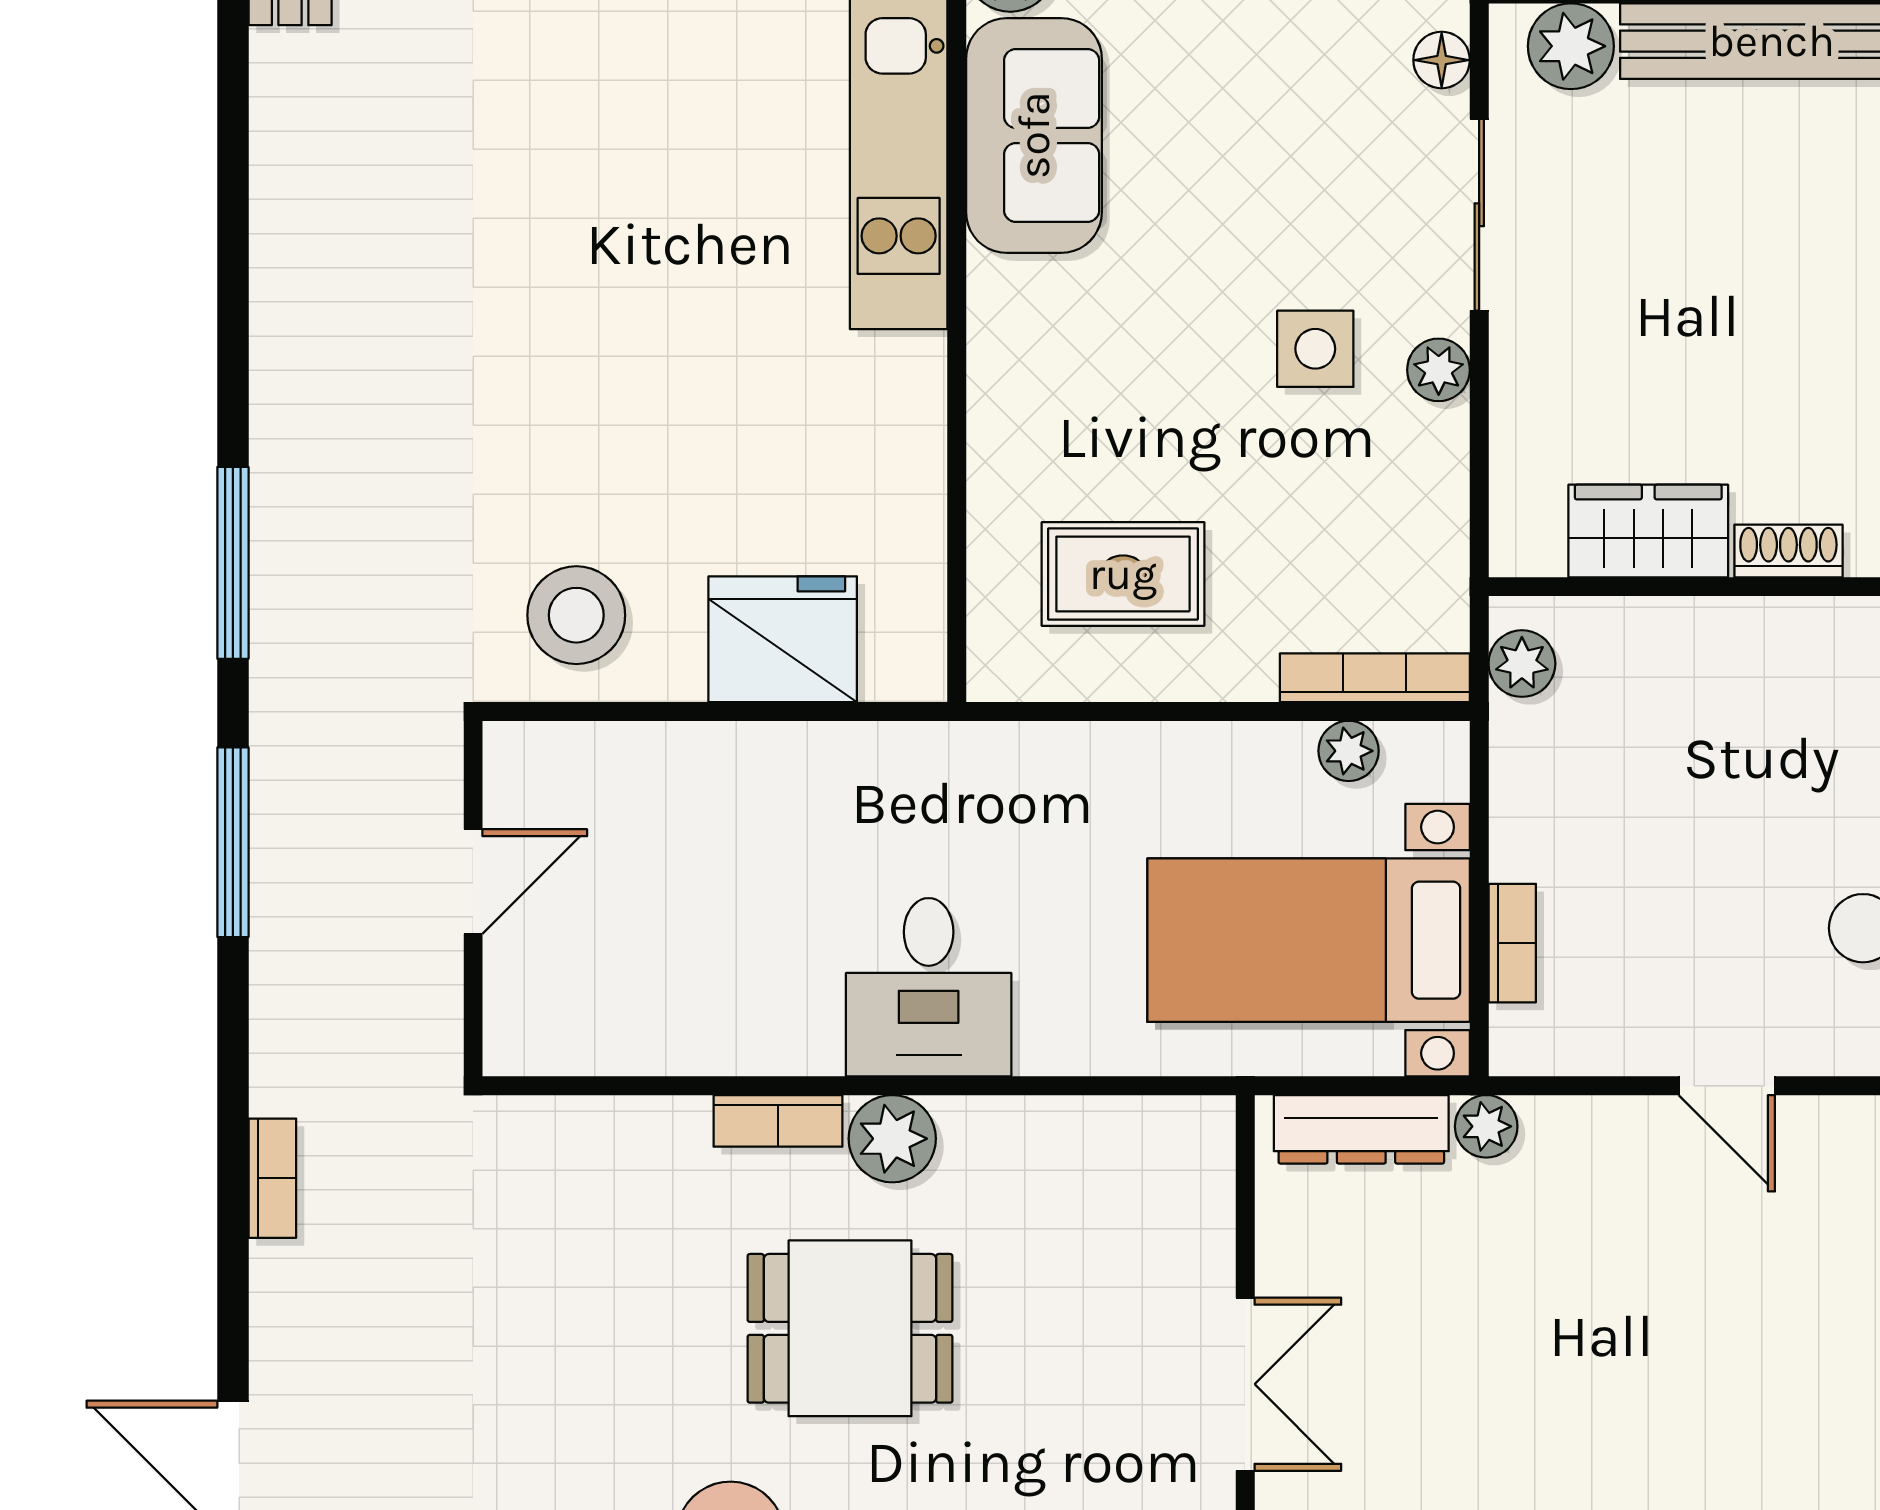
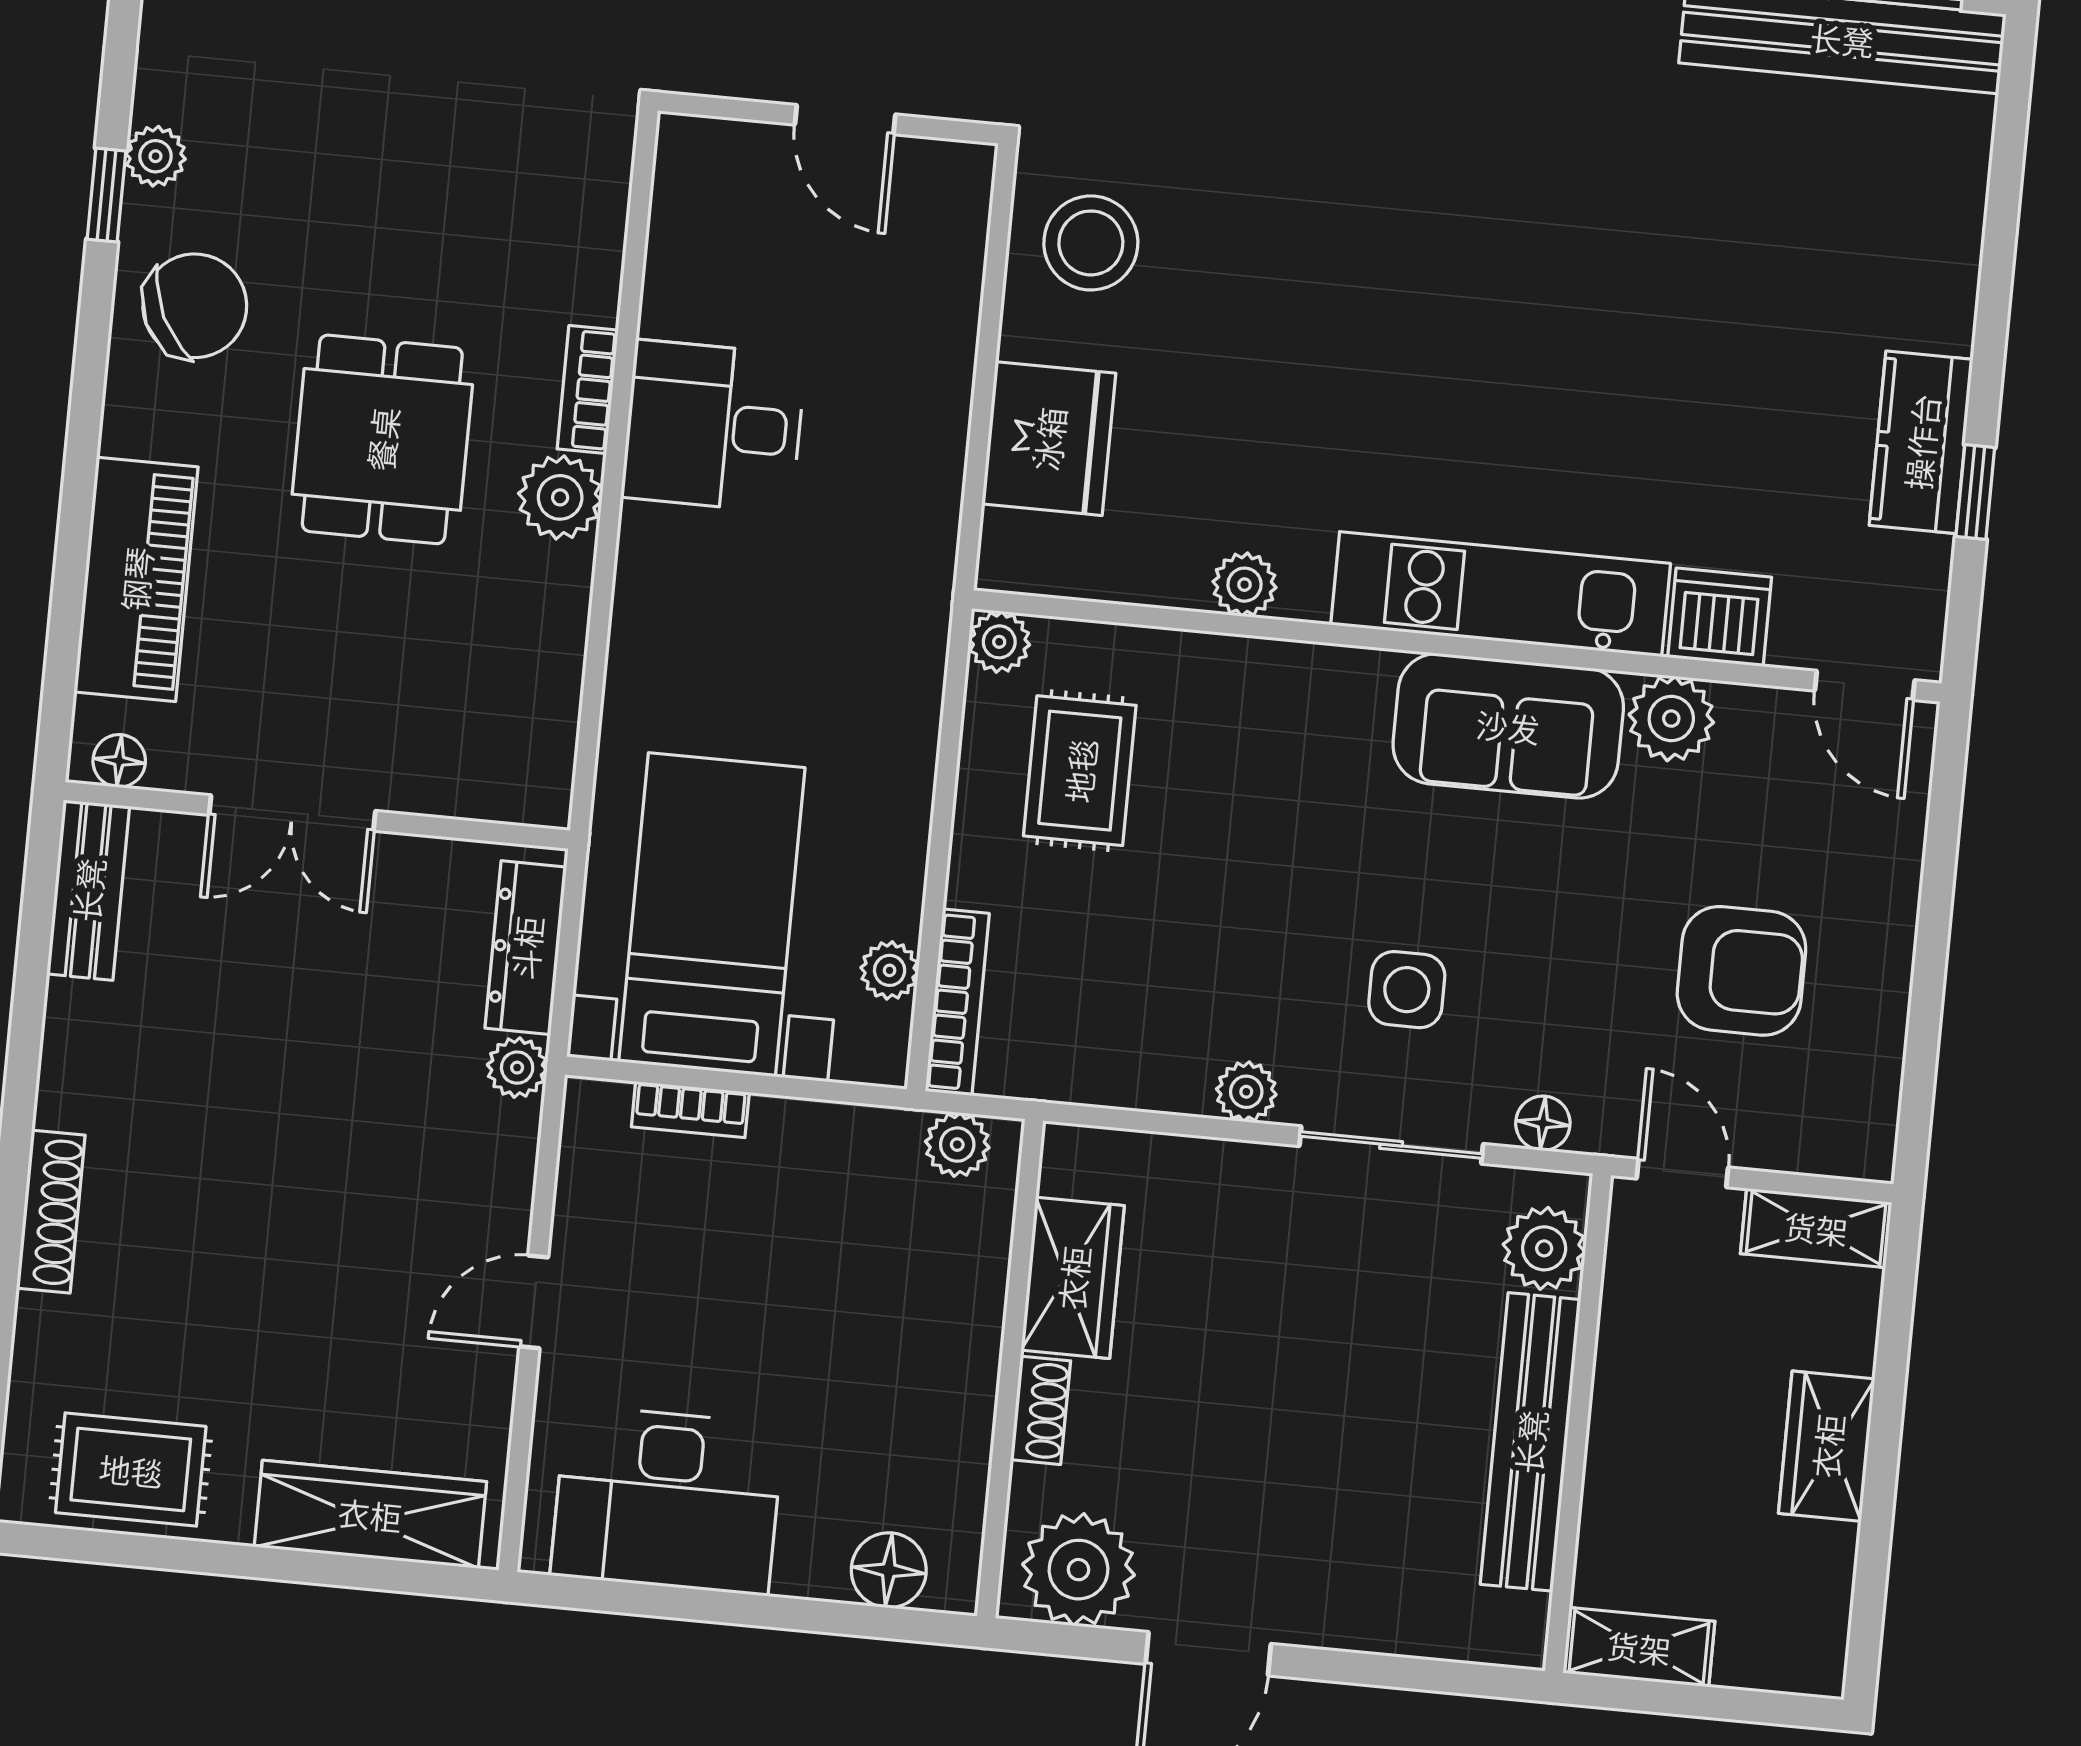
side table: (1315, 349) -> (1407, 990), moved
plant: (914, 422) -> (1245, 585), added
plant: (998, 670) -> (999, 642), added
desk: (929, 987) -> (713, 426), moved

